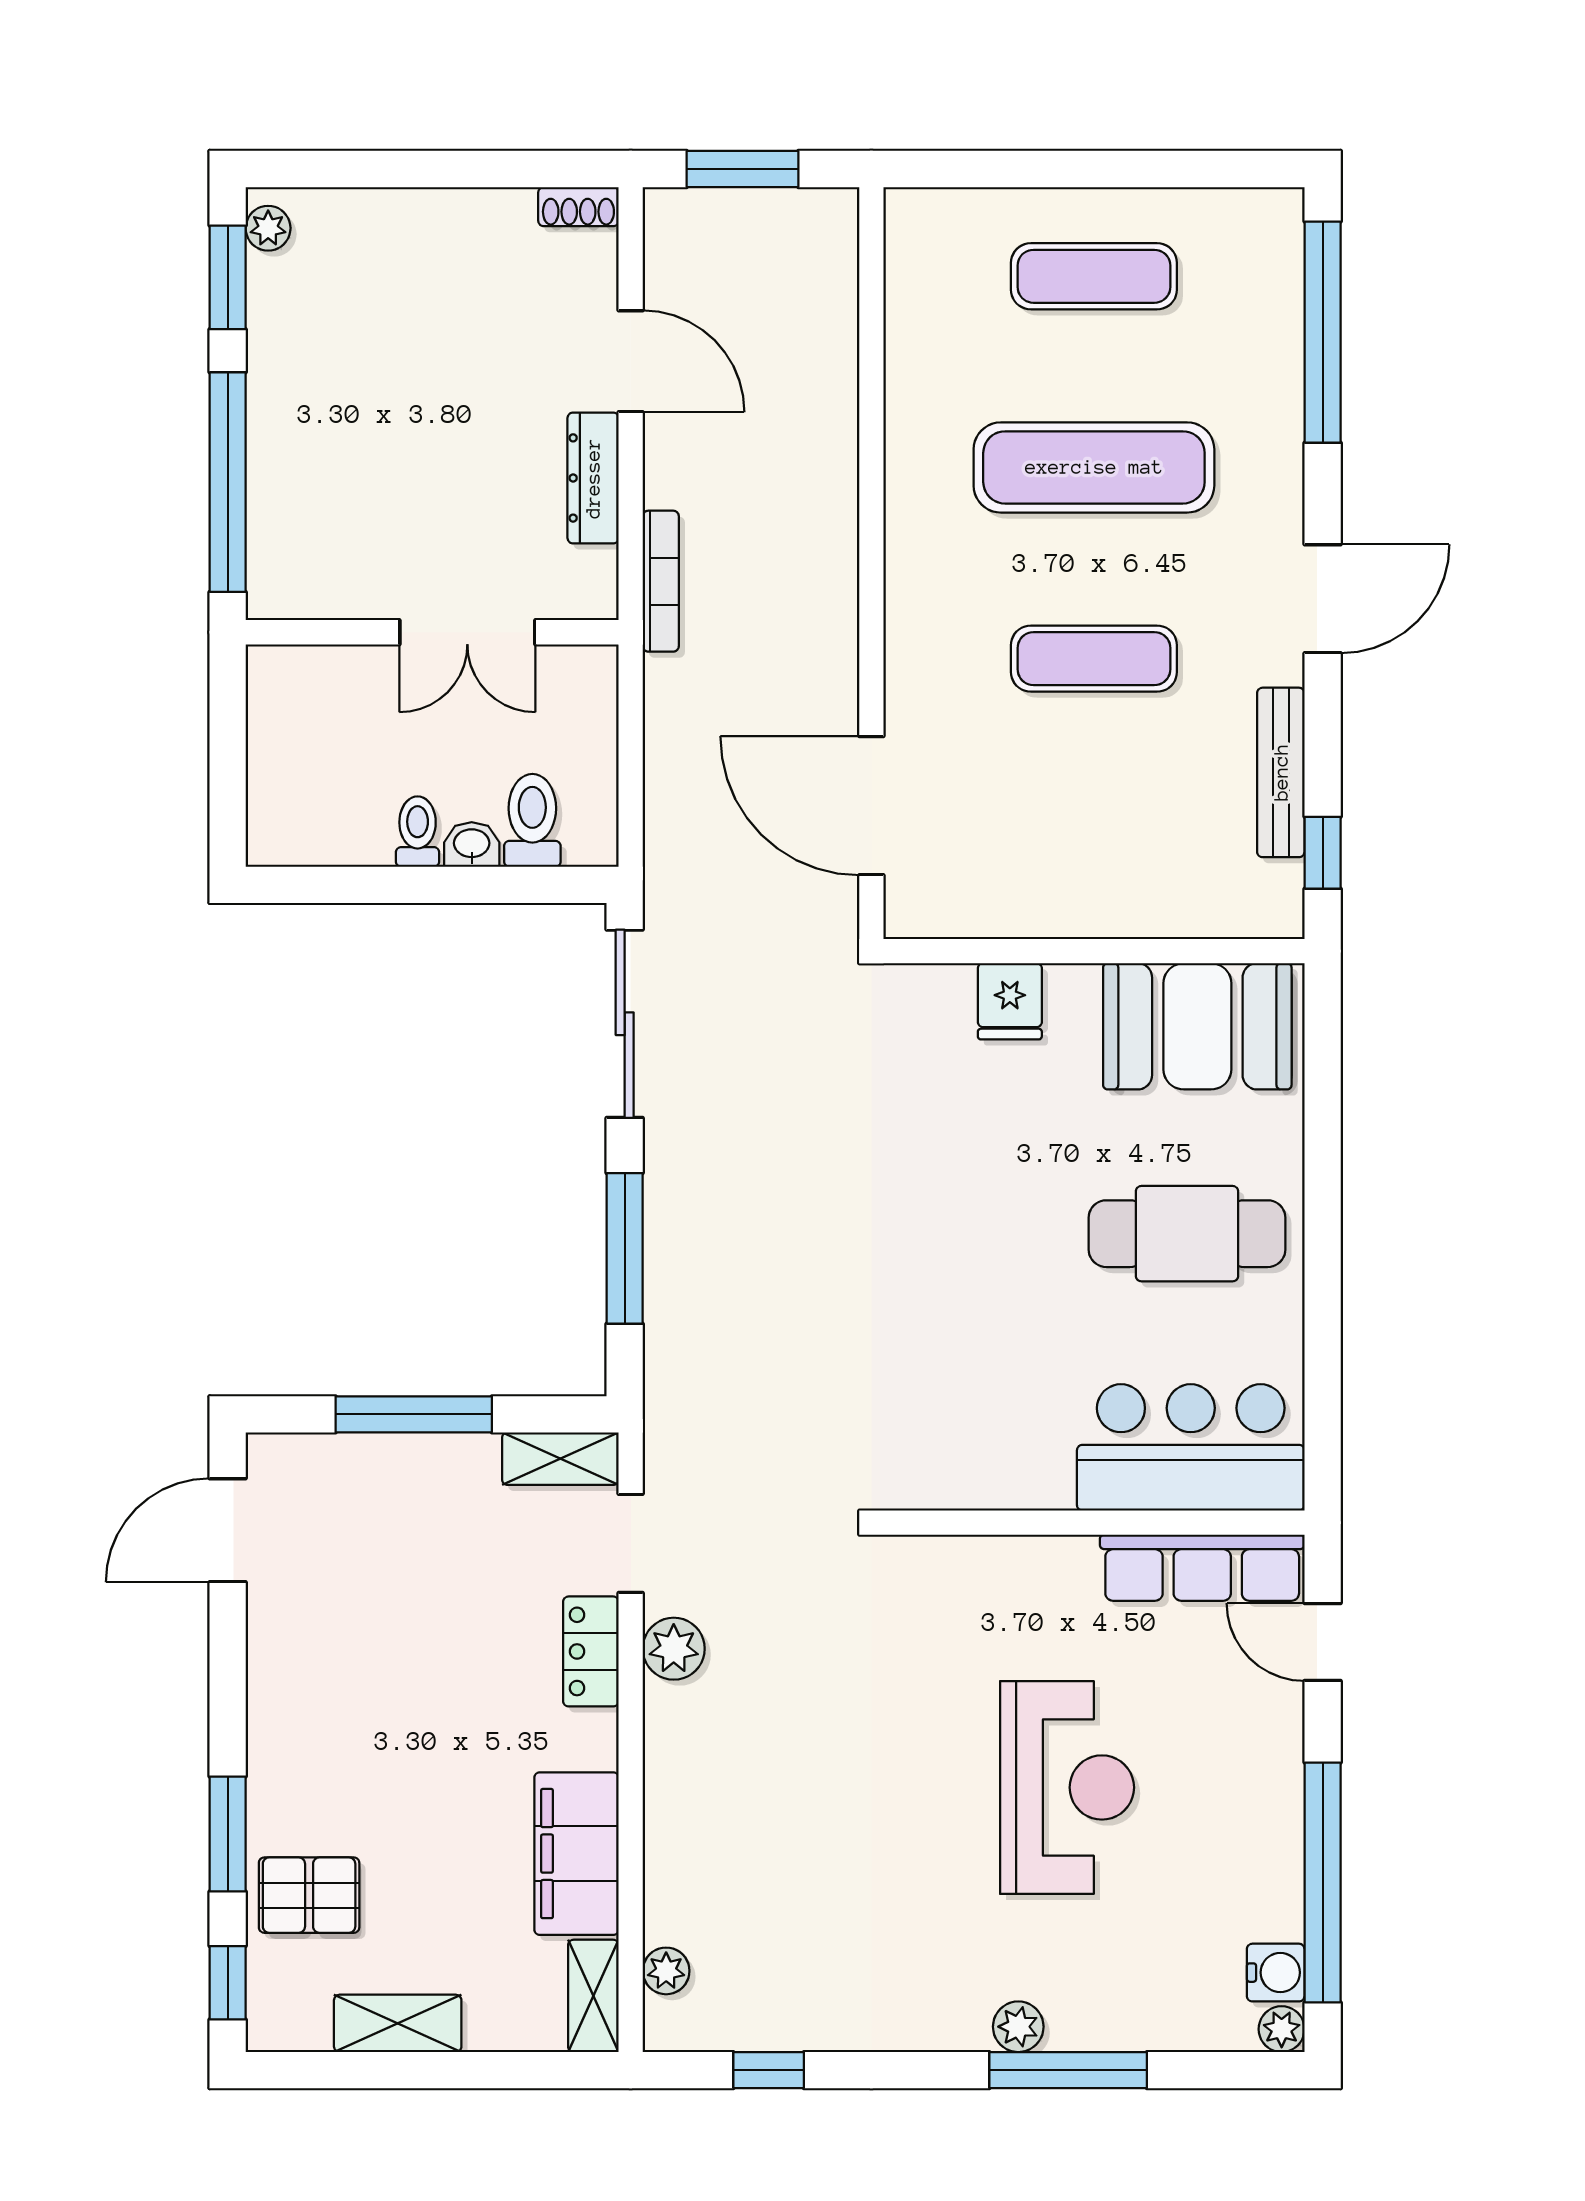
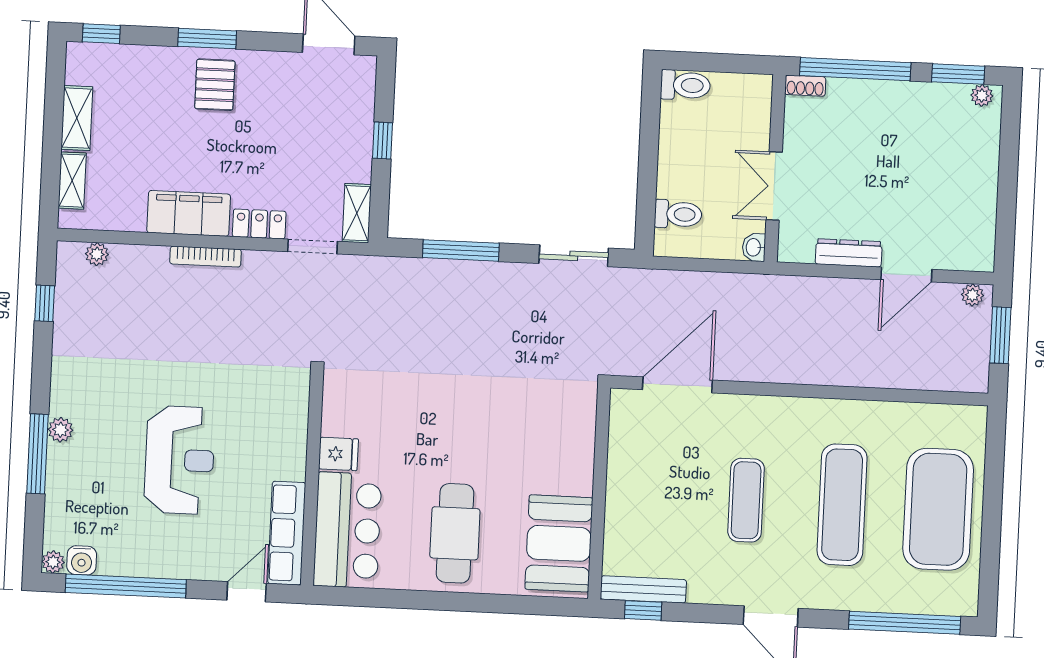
shoe rack: (578, 207) -> (805, 86), moved, turned -90
exercise mat: (1094, 276) -> (938, 509), width x2.00, depth x1.45
bookcase: (661, 581) -> (206, 257), moved
bench: (1281, 772) -> (643, 589), moved
toilet: (418, 832) -> (685, 85), moved, width x1.37, depth x1.39
washbasin: (472, 845) -> (754, 247), moved, turned 180
fridge: (1010, 1001) -> (338, 454), moved, turned 180
sliding door: (625, 1024) -> (574, 256), width x0.73
window: (414, 1414) -> (382, 141), width x0.46
plant: (674, 1649) -> (972, 295), moved, width x0.73, depth x0.73
reception desk: (1067, 1787) -> (180, 460), turned -90
window: (228, 1834) -> (207, 39), moved
filing cabinet: (577, 1854) -> (189, 213), moved
pallet: (309, 1895) -> (215, 85), moved
shelving: (593, 1996) -> (72, 181), moved, turned 90

